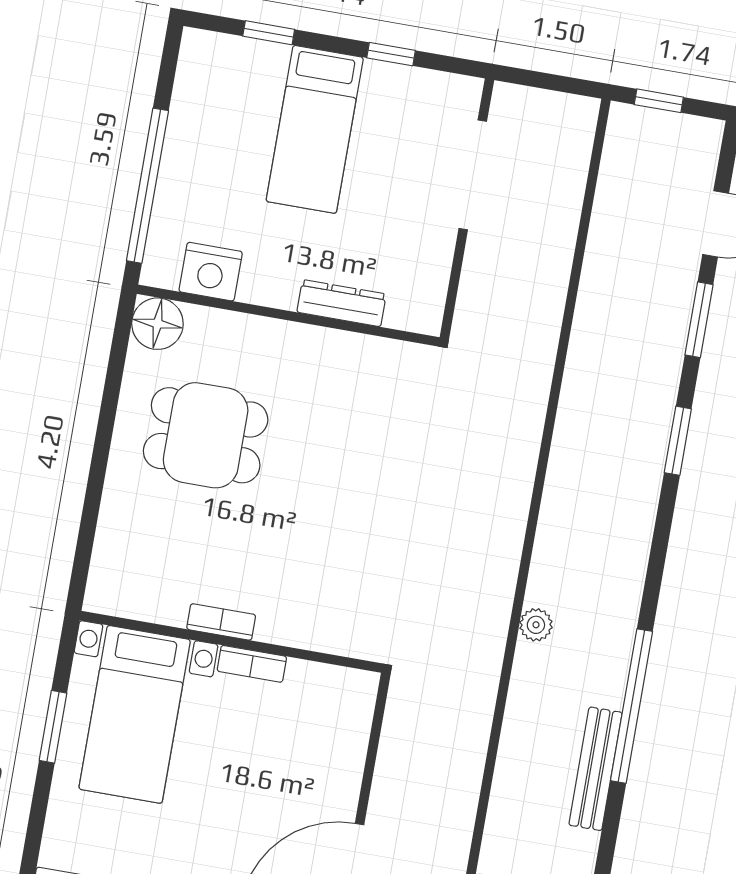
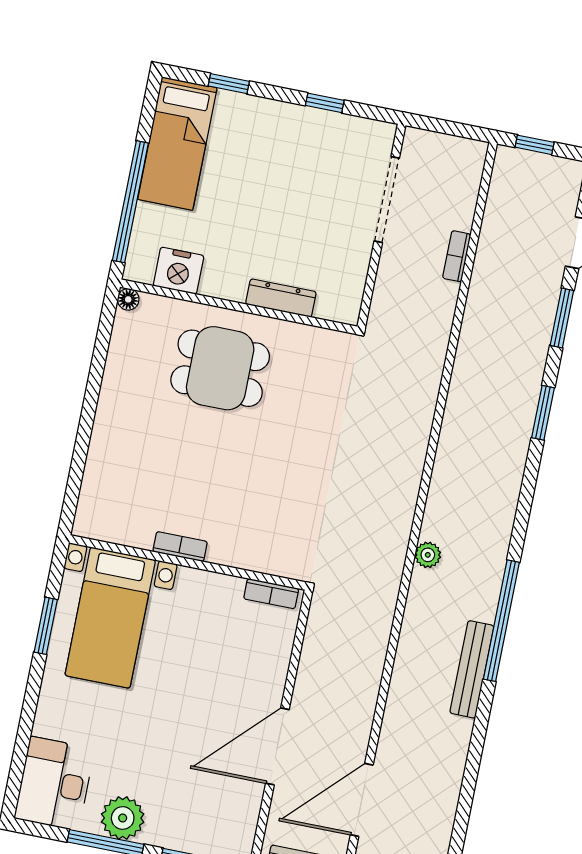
bed: (315, 129) -> (177, 144), moved
bookcase: (563, 245) -> (457, 256), added
floor lamp: (157, 324) -> (128, 299), width x0.53, depth x0.53
dining table: (206, 435) -> (220, 368), moved
bookcase: (252, 664) -> (271, 594), moved

